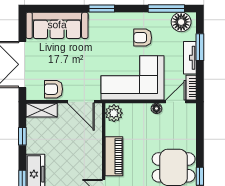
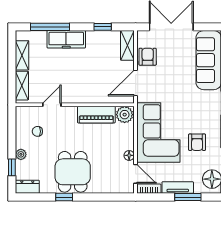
armchair: (143, 38) -> (197, 142), turned 180
piano: (114, 156) -> (96, 115), moved

